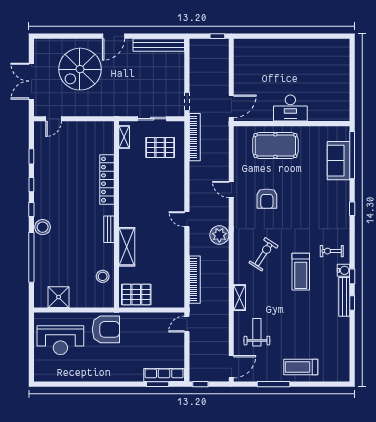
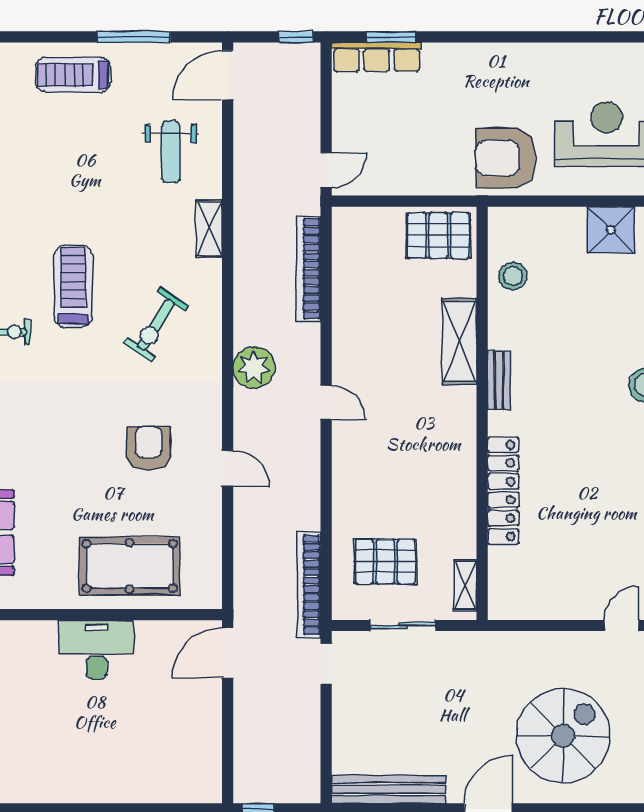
treadmill: (301, 367) -> (73, 75), turned 180

